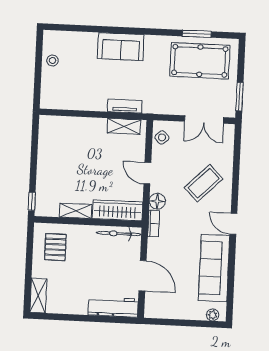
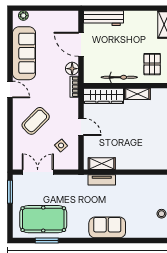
side table: (162, 137) -> (61, 145), moved
floor lamp: (157, 201) -> (72, 69), moved
bicycle: (119, 234) -> (119, 77), moved

